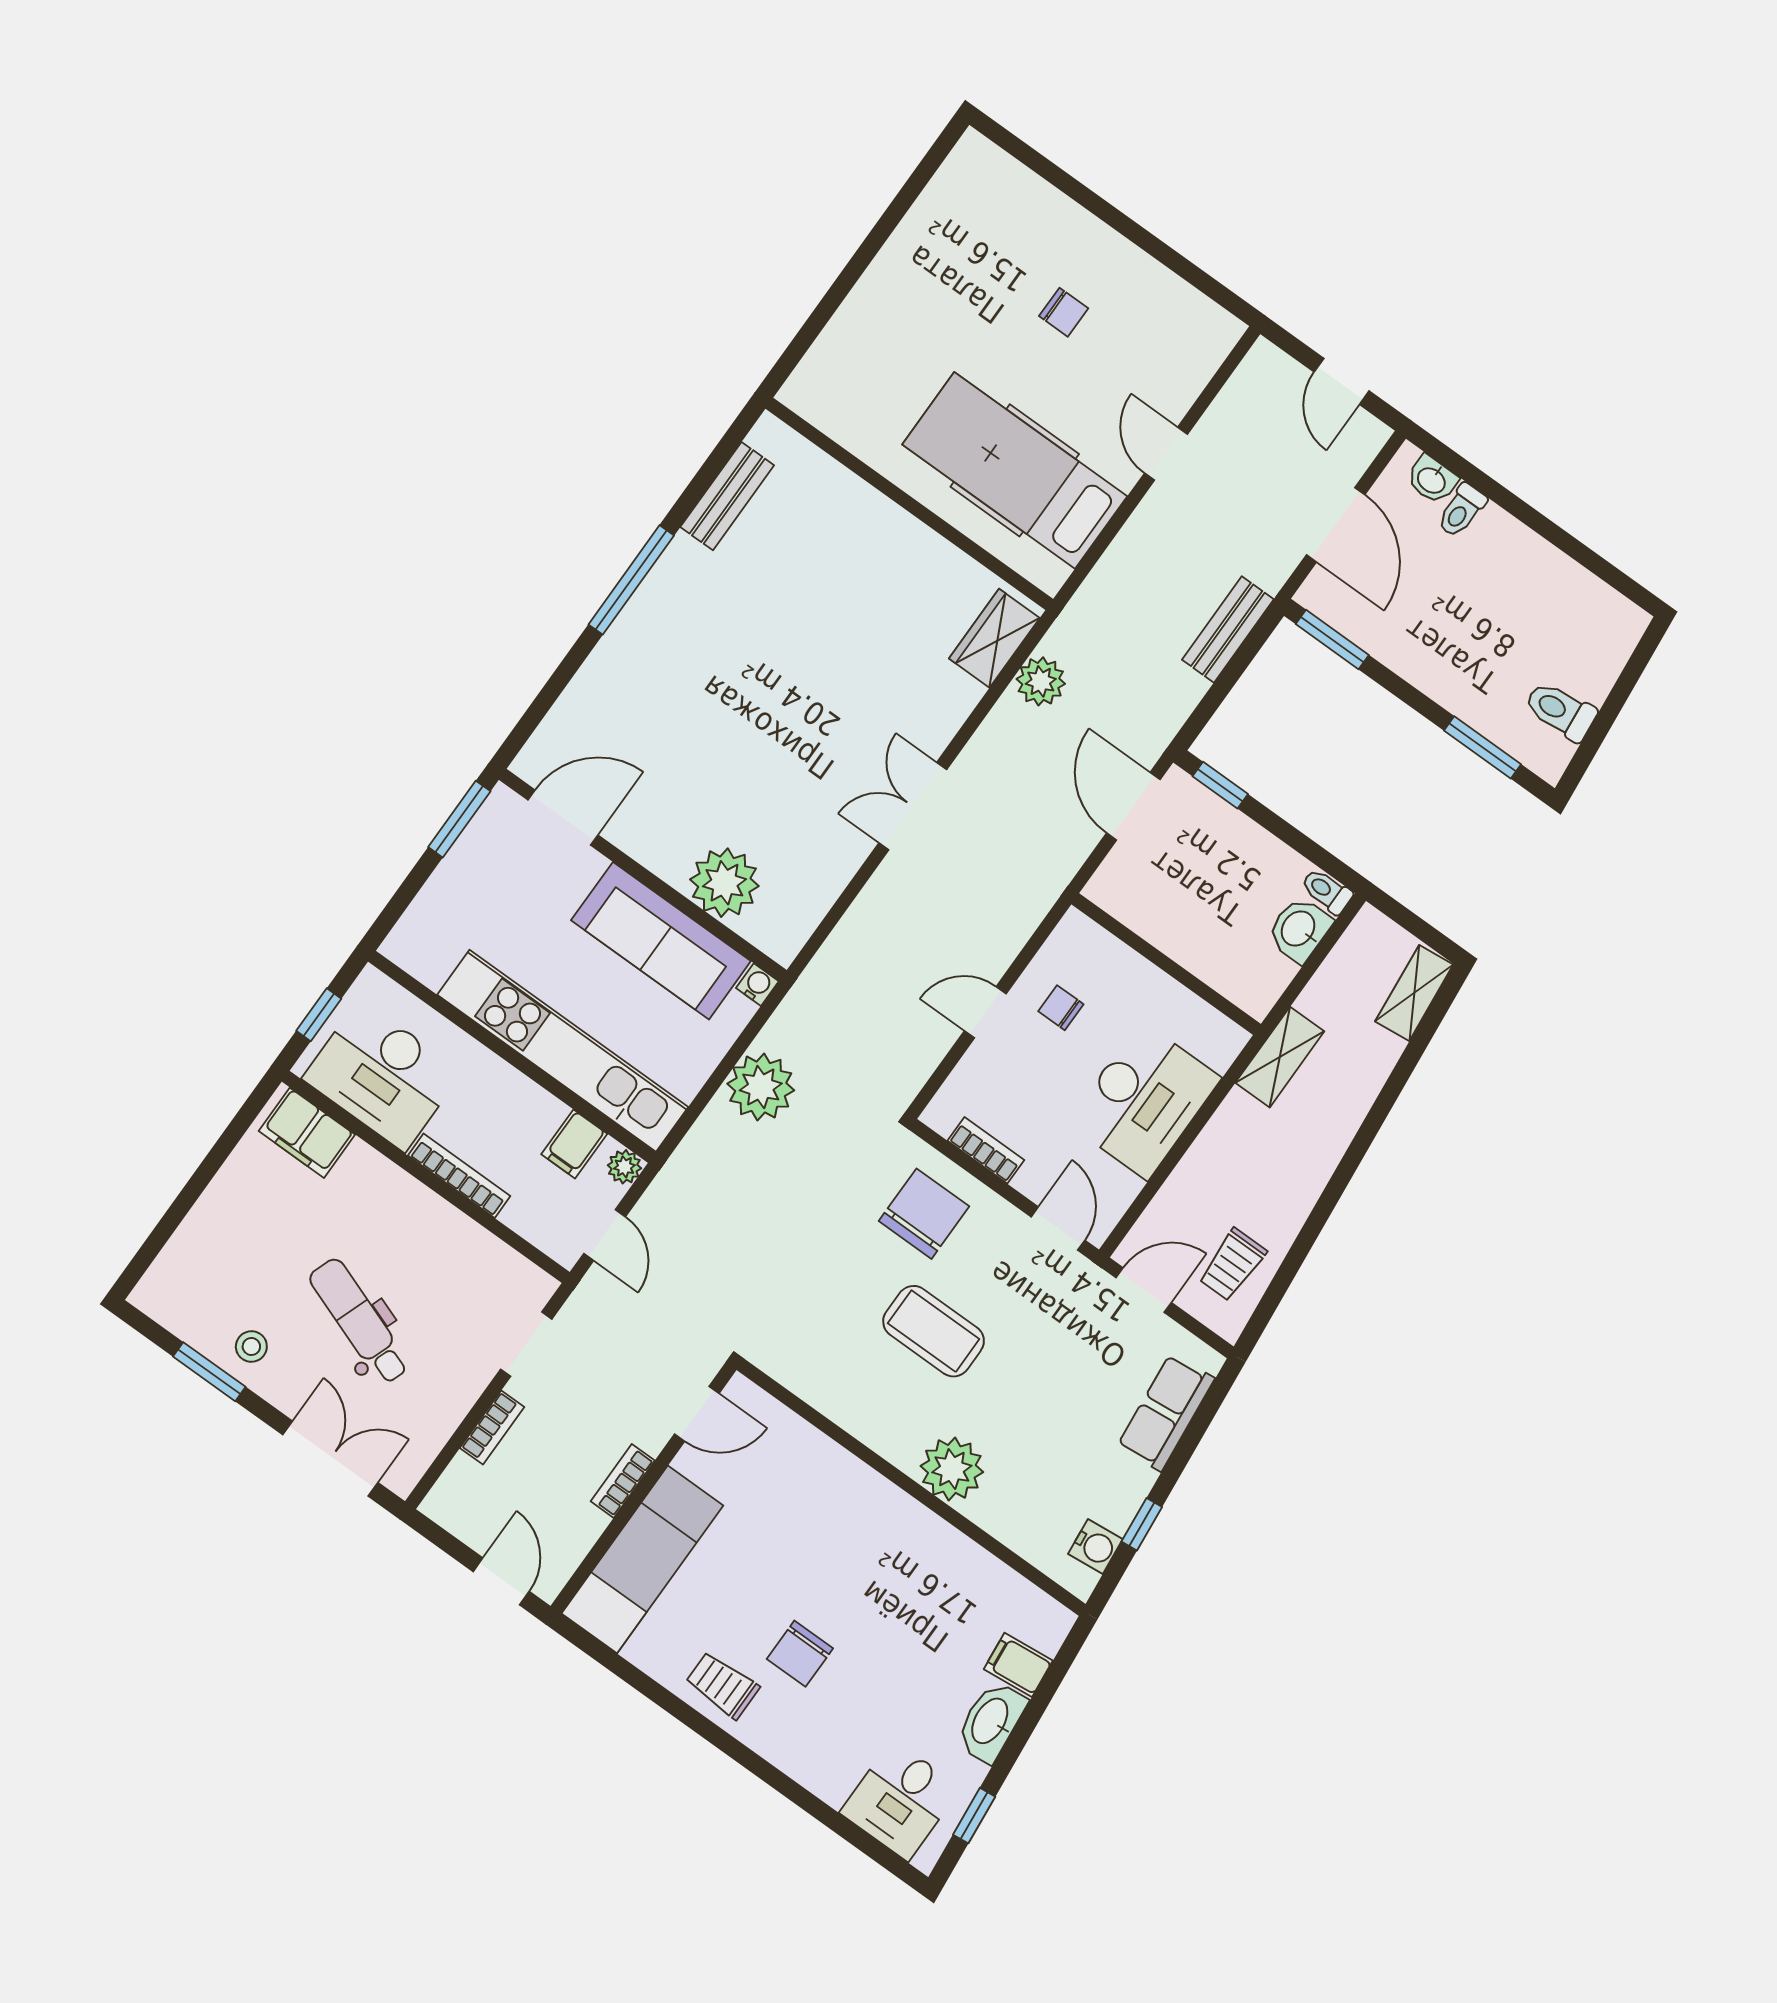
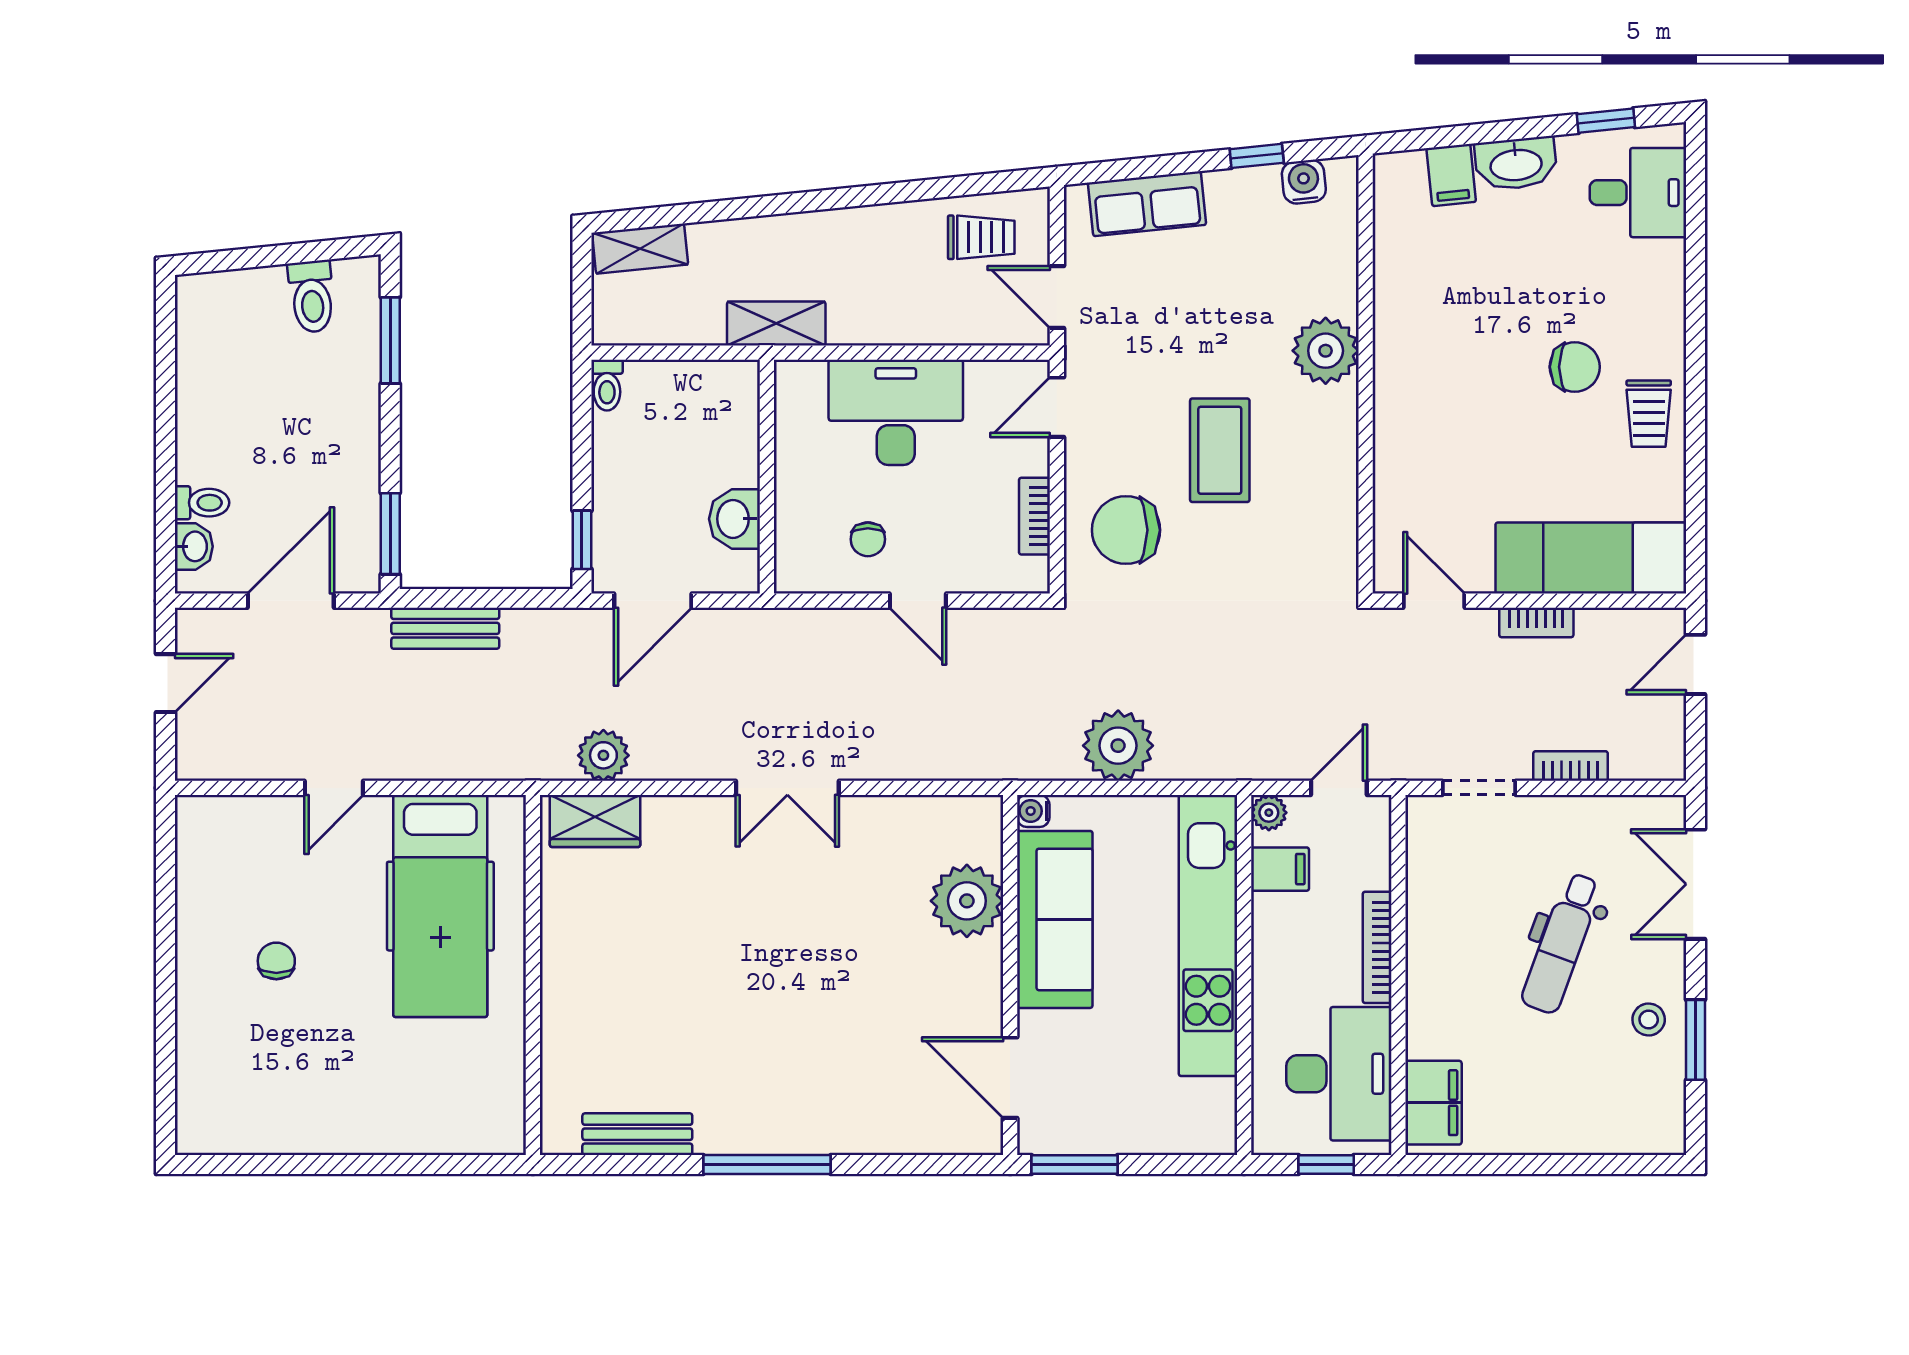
washbasin: (1299, 929) -> (735, 519), moved, turned 90

